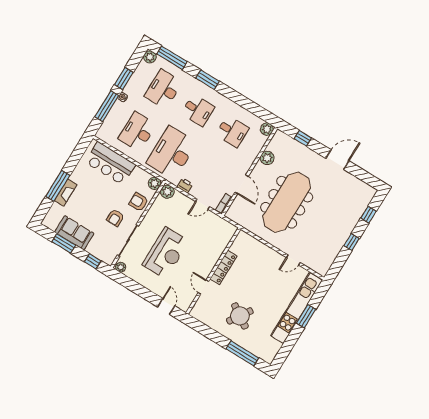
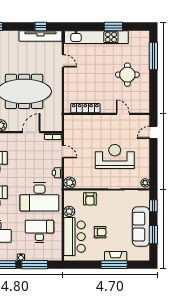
desk: (137, 132) -> (39, 231), turned 180
plant: (155, 183) -> (69, 211), moved
armchair: (115, 218) -> (100, 232), moved
sofa: (74, 233) -> (141, 227), width x1.36
window: (352, 242) -> (41, 27), moved
tv unit: (332, 253) -> (41, 36), added
locker: (224, 267) -> (85, 108), moved
door: (203, 287) -> (123, 114), swing flipped
round table: (240, 316) -> (127, 75), turned -33
window: (306, 316) -> (113, 27), moved

